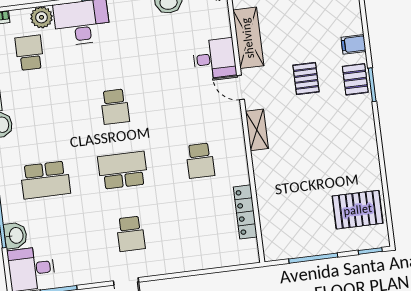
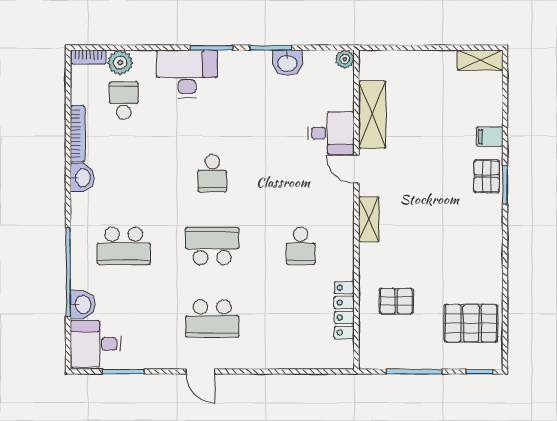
plant: (41, 17) -> (120, 62), moved
pallet: (306, 78) -> (396, 301), moved, turned 90
school desk: (131, 234) -> (212, 319), width x1.85

